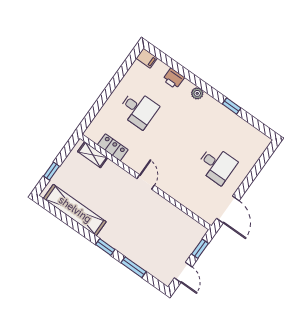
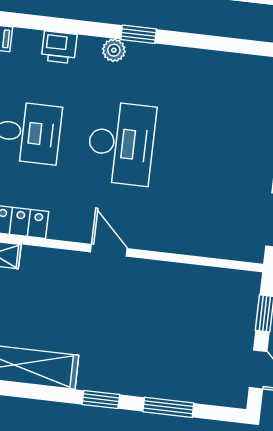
window: (232, 106) -> (139, 34), moved
desk: (217, 165) -> (121, 143), moved, width x1.37

